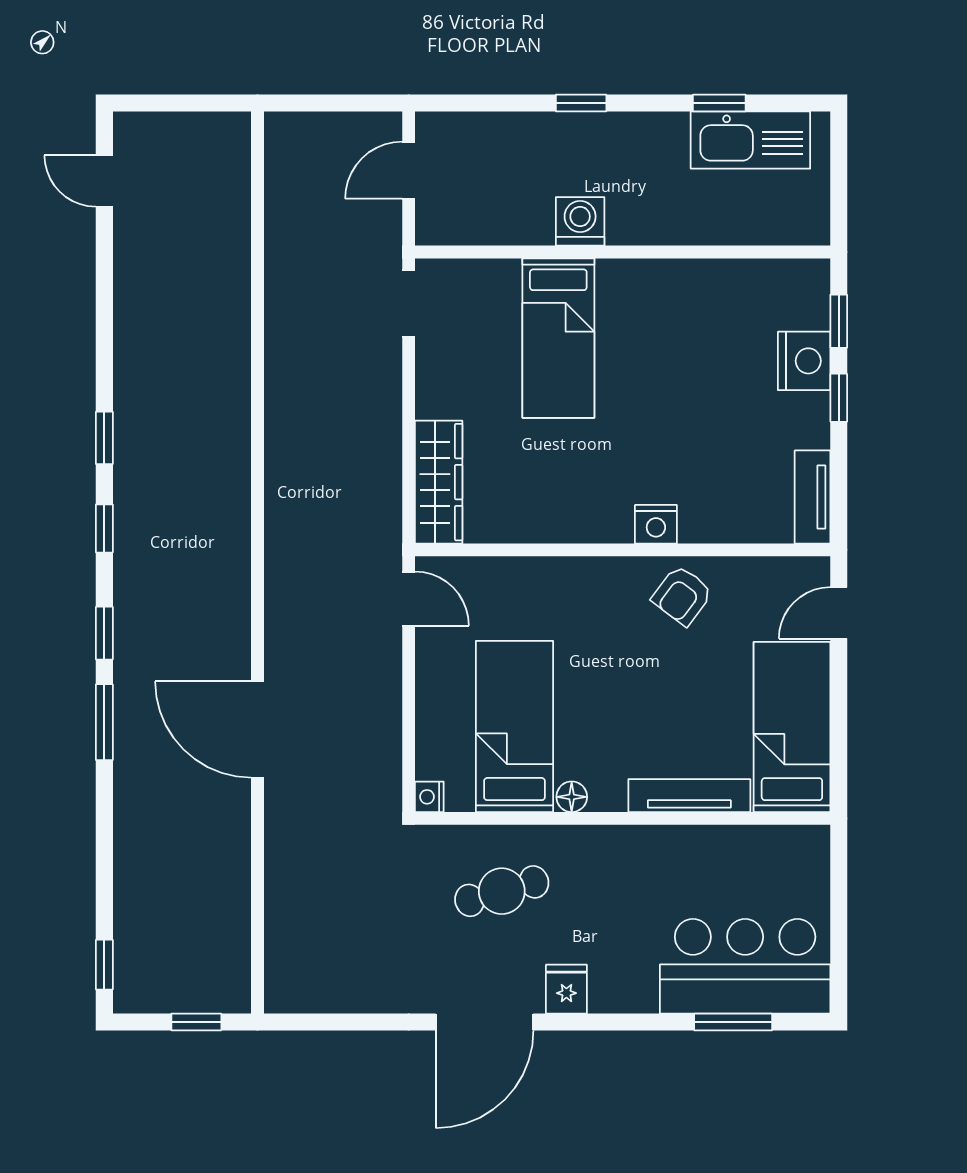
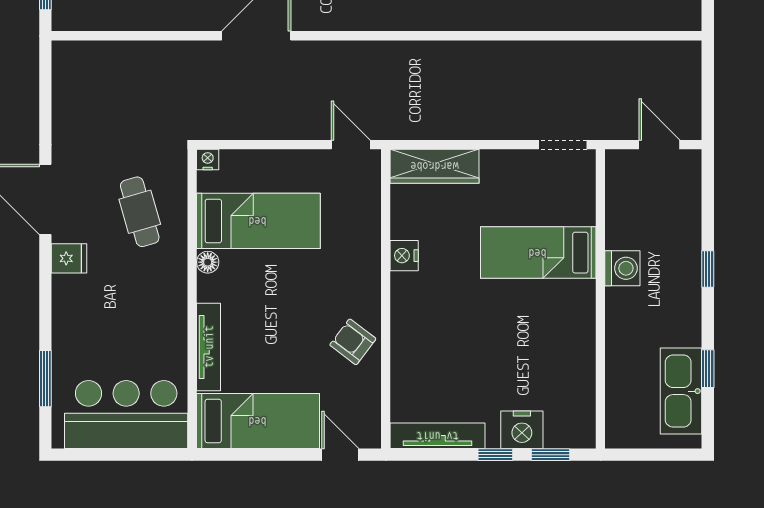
tv unit: (813, 497) -> (438, 436), width x1.41
nightstand: (656, 524) -> (404, 256), moved
door: (409, 599) -> (351, 145), swing flipped
bar counter: (745, 966) -> (126, 414), moved, turned -90

